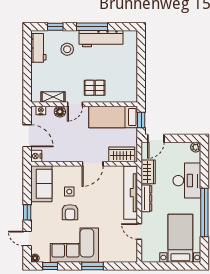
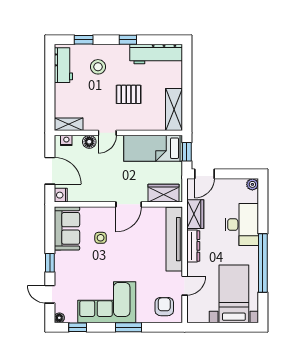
window: (92, 27) -> (128, 40), width x0.46
workbench: (101, 39) -> (156, 54), moved
shelving: (130, 85) -> (174, 110), added
pallet: (95, 88) -> (129, 94), moved
shelving: (53, 97) -> (69, 124), moved
armchair: (70, 212) -> (164, 307), moved, turned 180
door: (139, 231) -> (185, 286), swing flipped

